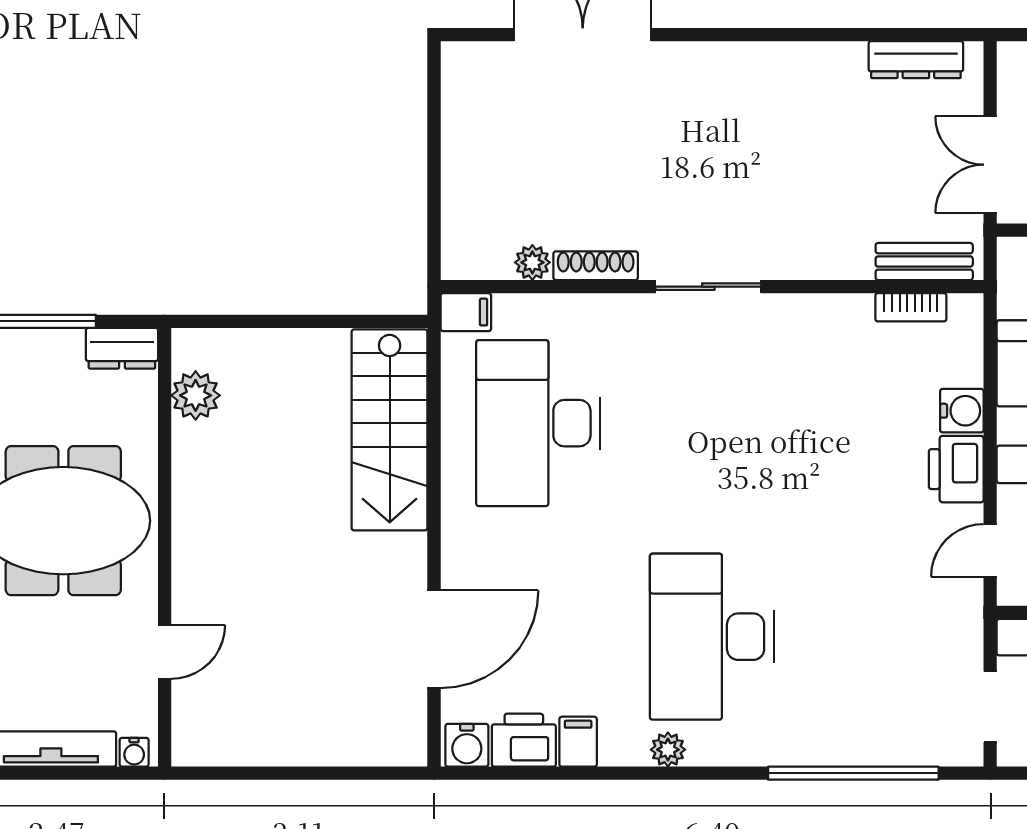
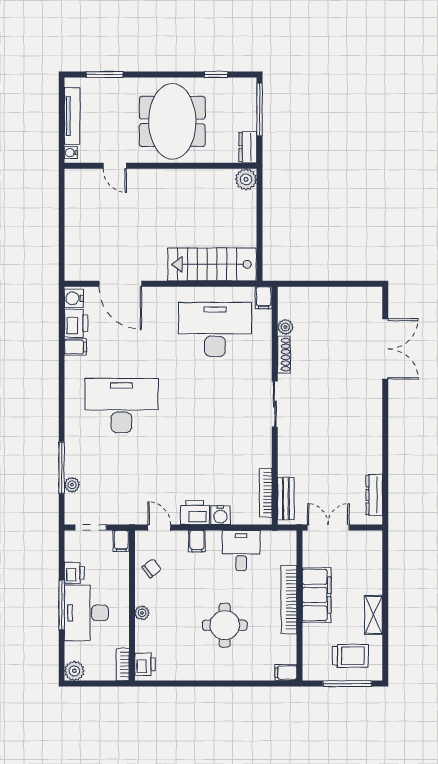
bookcase: (911, 307) -> (266, 493), width x1.56
plant: (196, 395) -> (246, 179), moved
plant: (668, 750) -> (72, 485), moved
window: (853, 773) -> (62, 468), width x0.68

